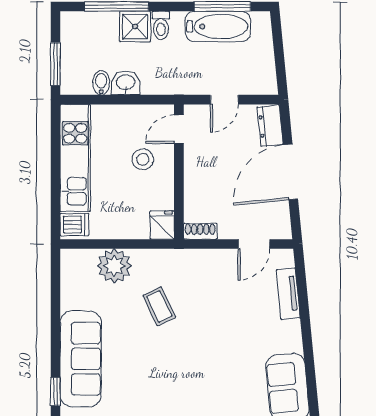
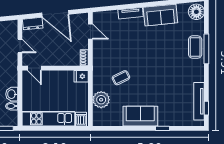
stool: (143, 159) -> (49, 86), removed
tv unit: (288, 294) -> (131, 13), moved
sofa: (81, 359) -> (140, 116), width x0.73

